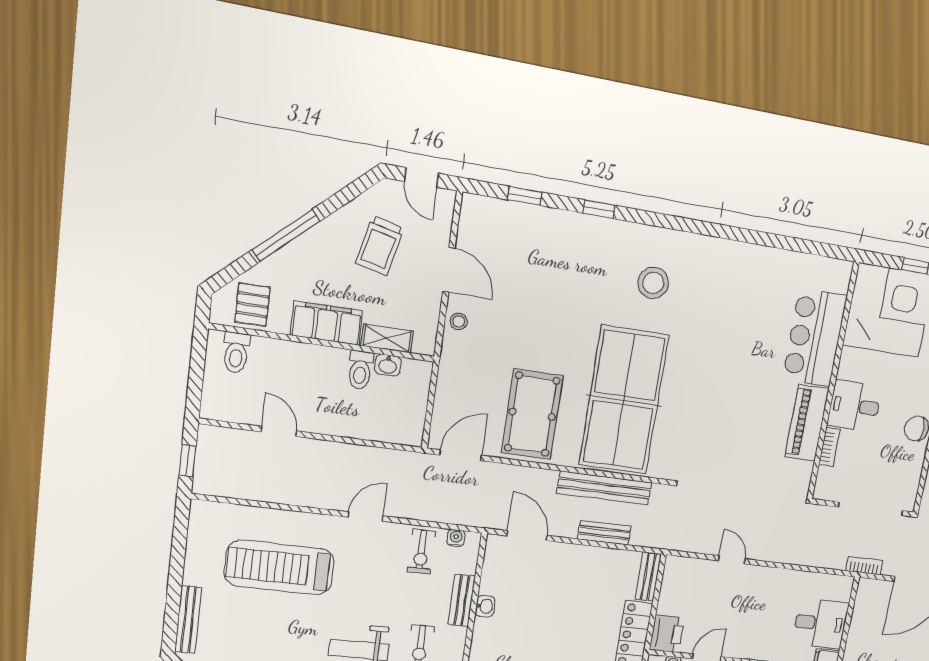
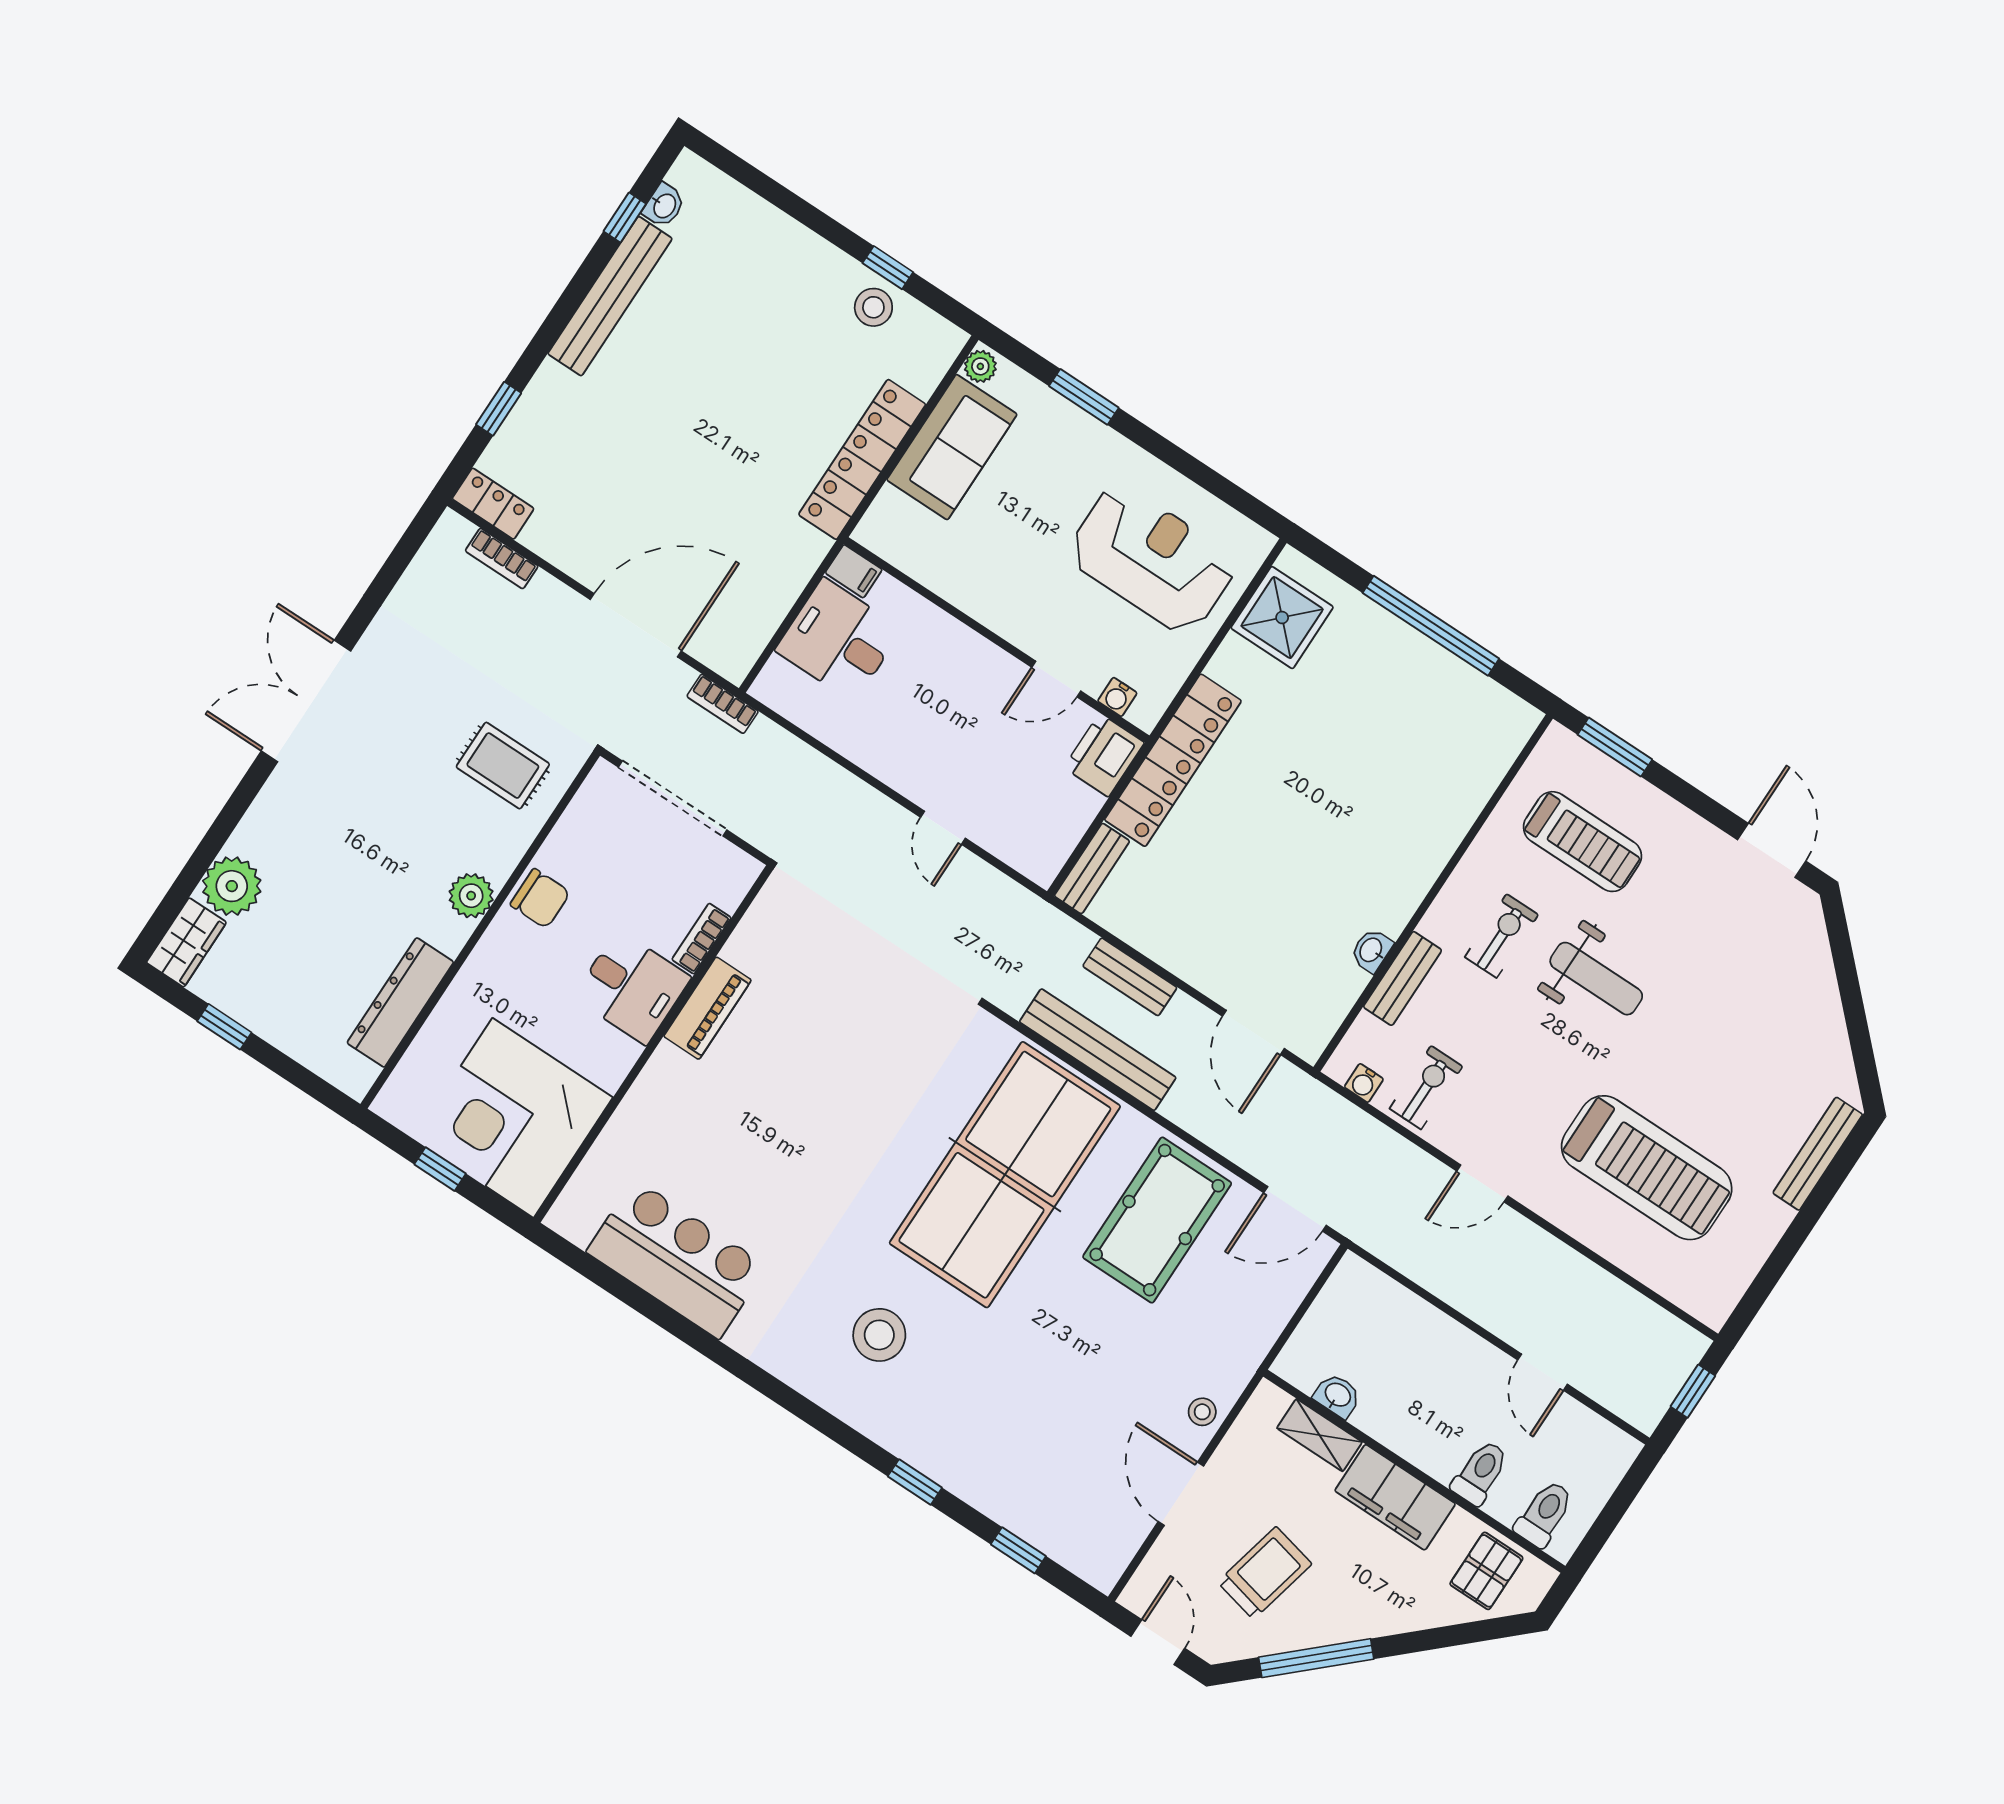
window: (286, 235) -> (1316, 1658), moved
bar counter: (815, 338) -> (677, 1259), moved, turned -90
toilet: (360, 370) -> (1480, 1473), moved
piano: (807, 423) -> (708, 1008), width x0.73, depth x0.75

